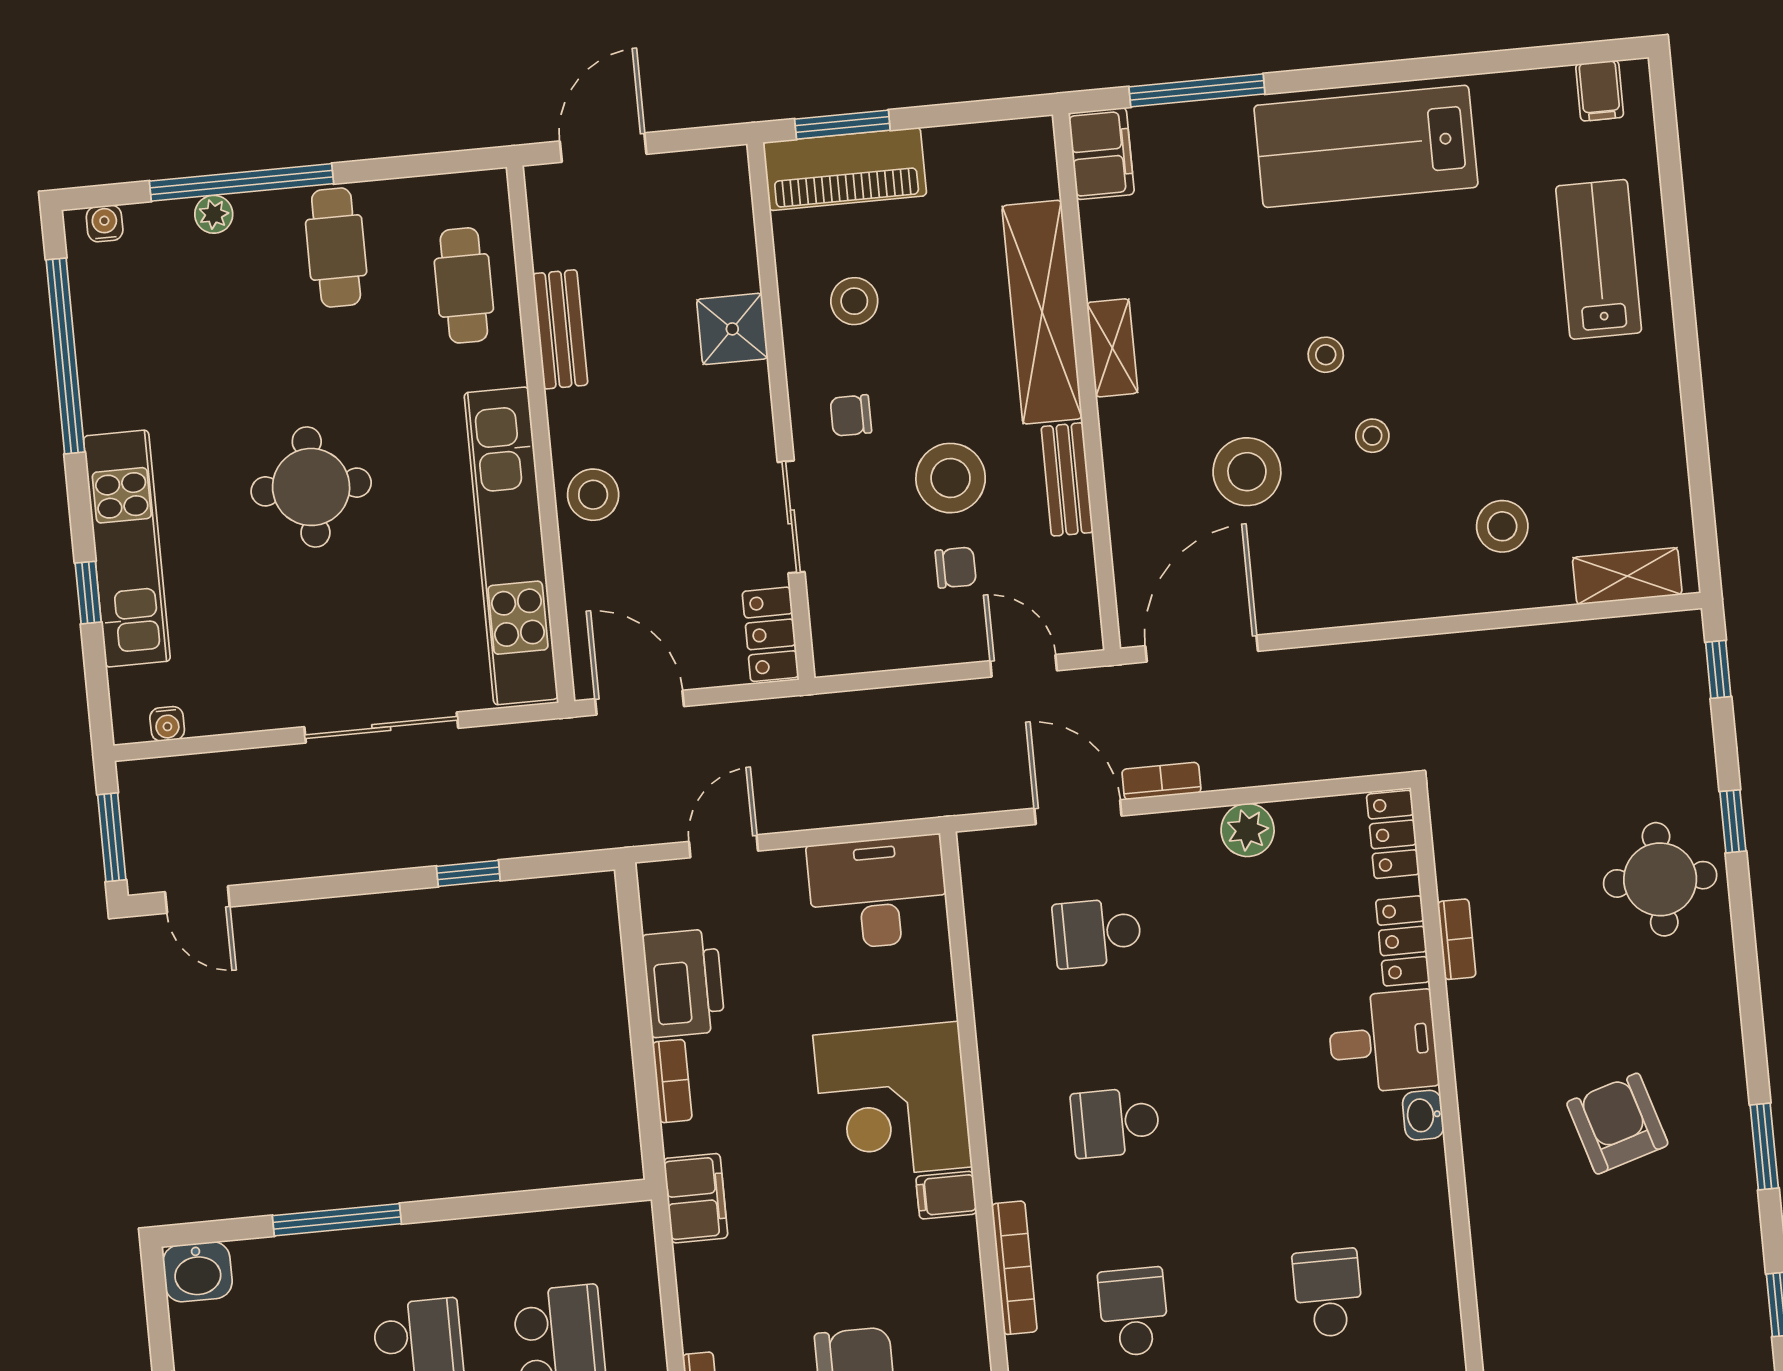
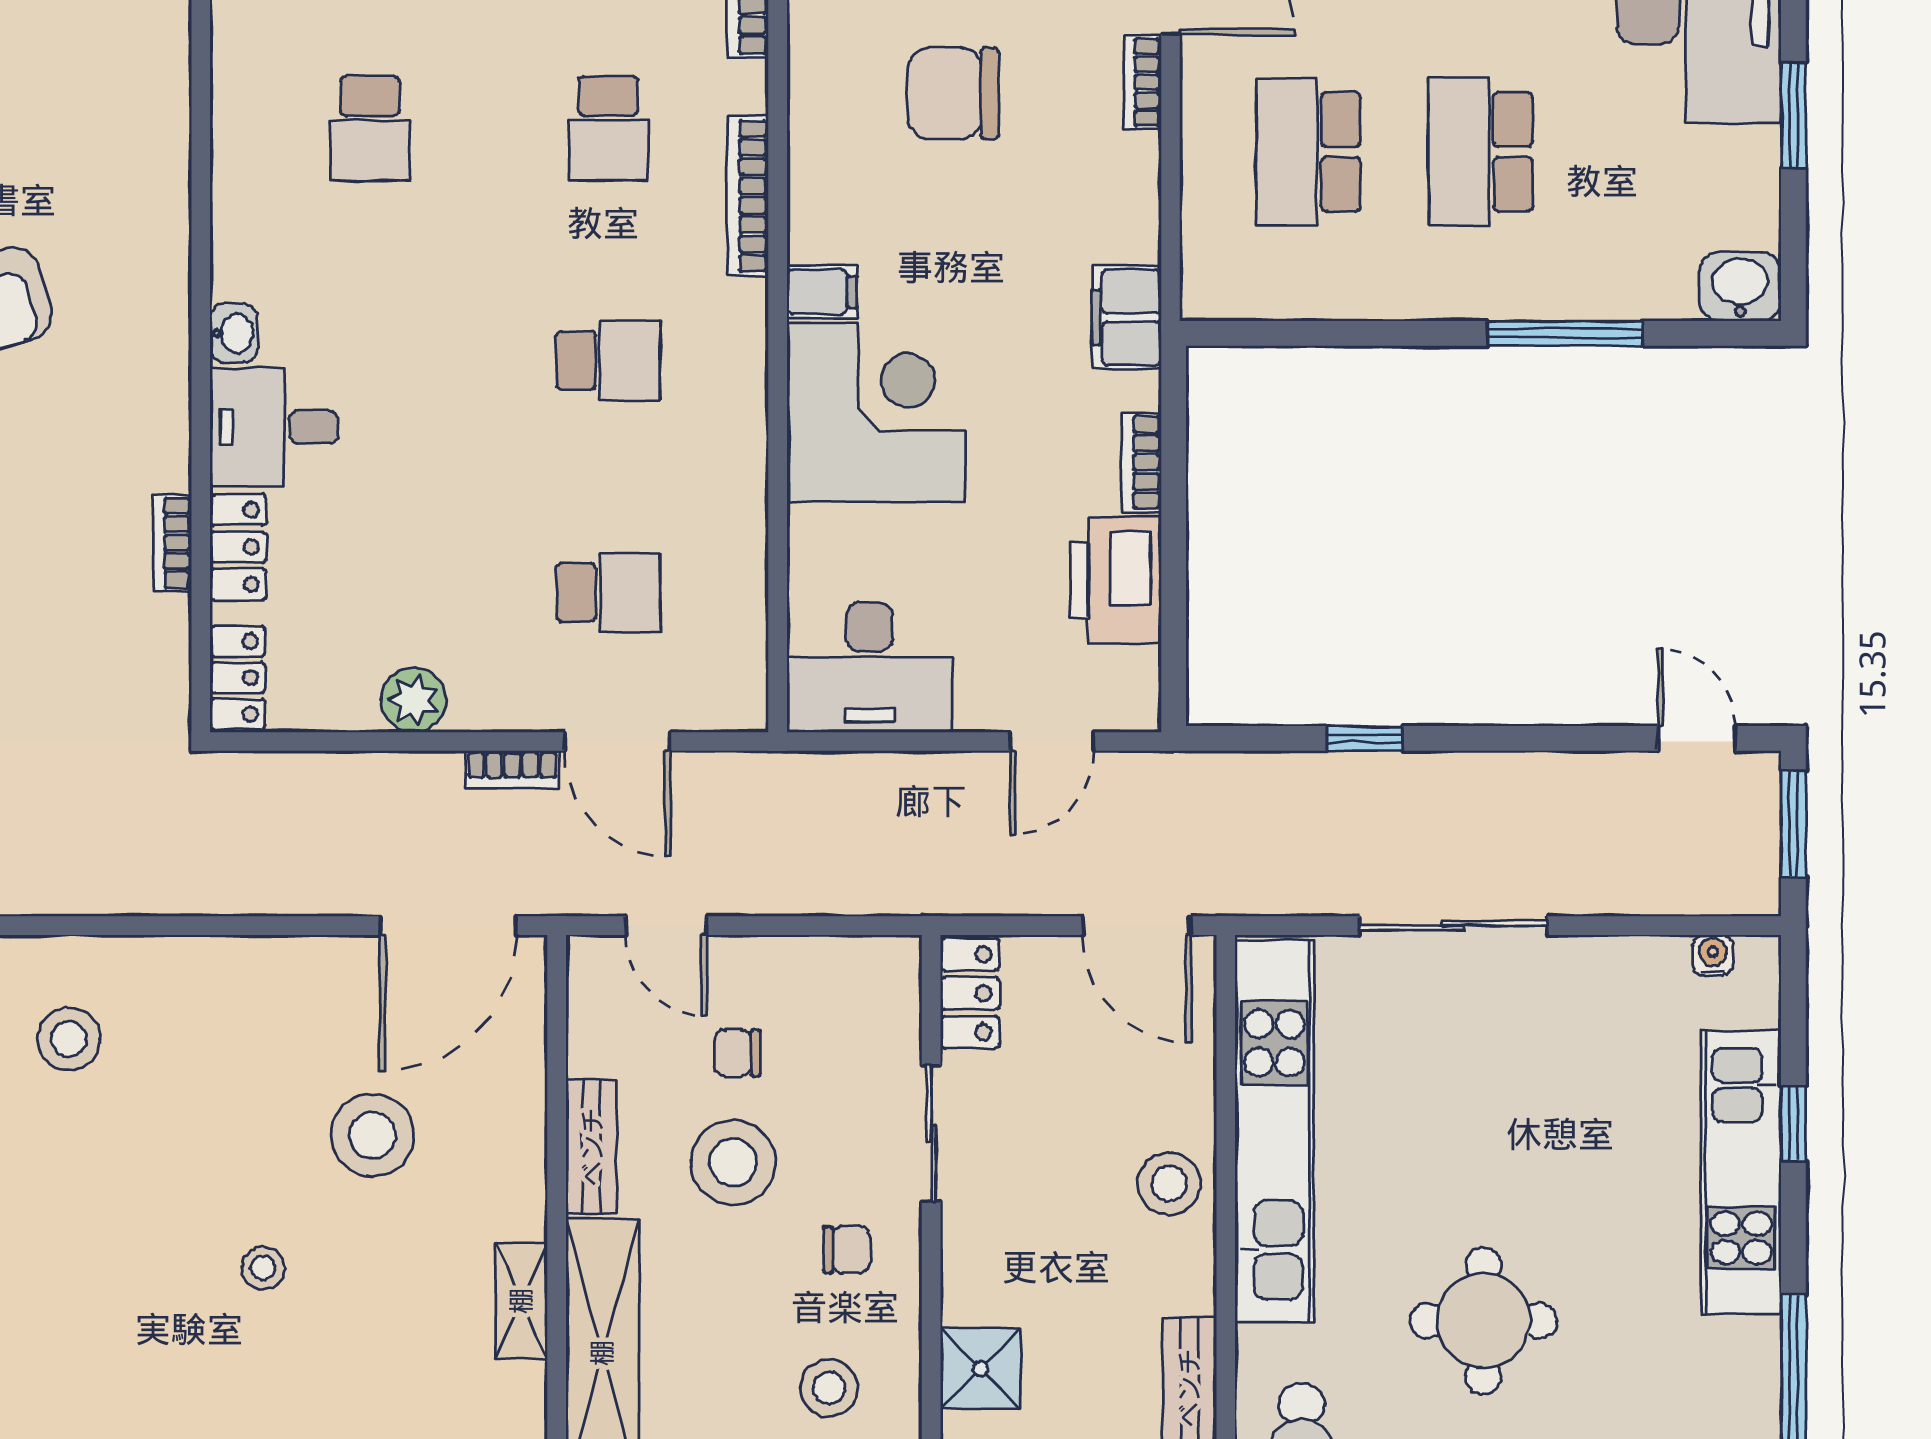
stool: (1372, 436) -> (216, 1164), removed
round table: (311, 487) -> (1483, 1321), moved

